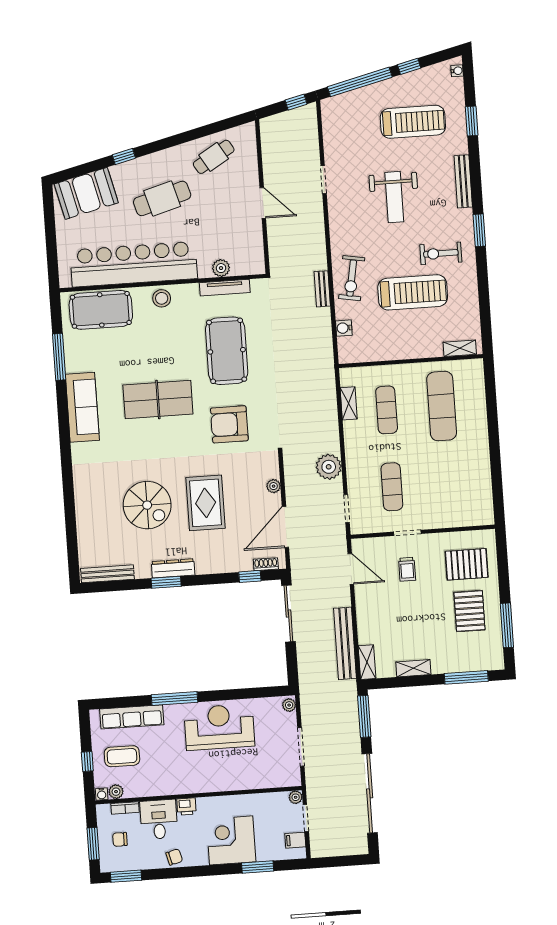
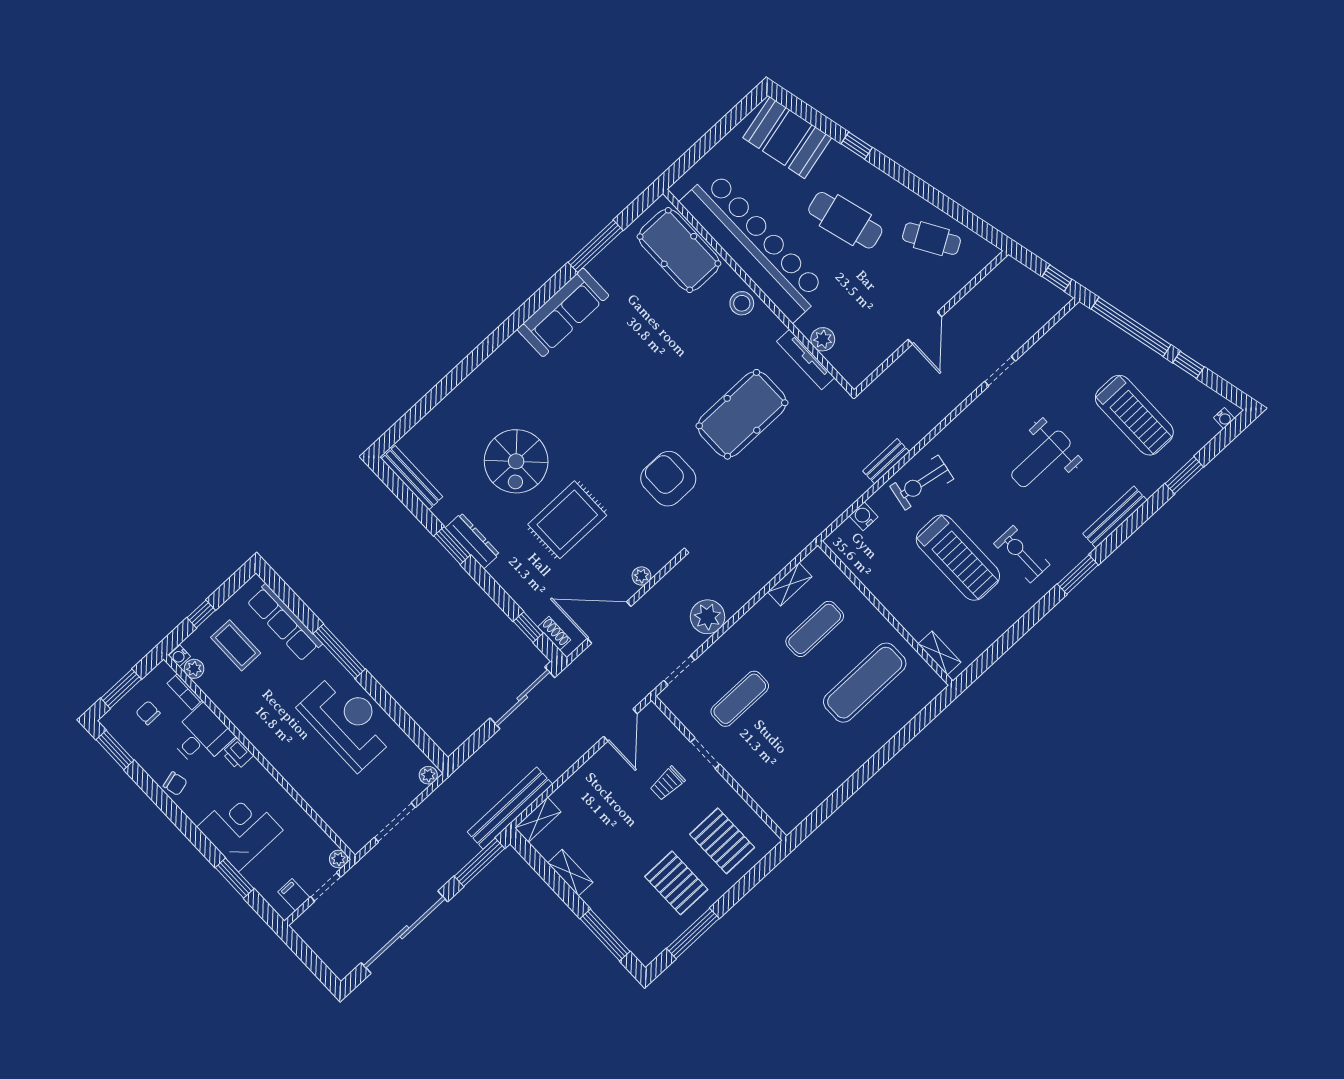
table tennis table: (158, 400) -> (634, 384), removed
pallet: (469, 611) -> (676, 883), turned 90
bench: (345, 643) -> (510, 808), moved

